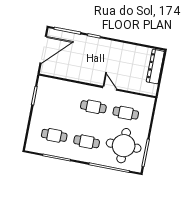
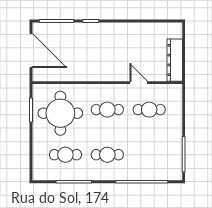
door: (43, 50) -> (31, 50), hinge flipped
dresser: (155, 67) -> (175, 60), moved
door: (110, 88) -> (139, 83), moved
round table: (124, 146) -> (60, 113), moved

